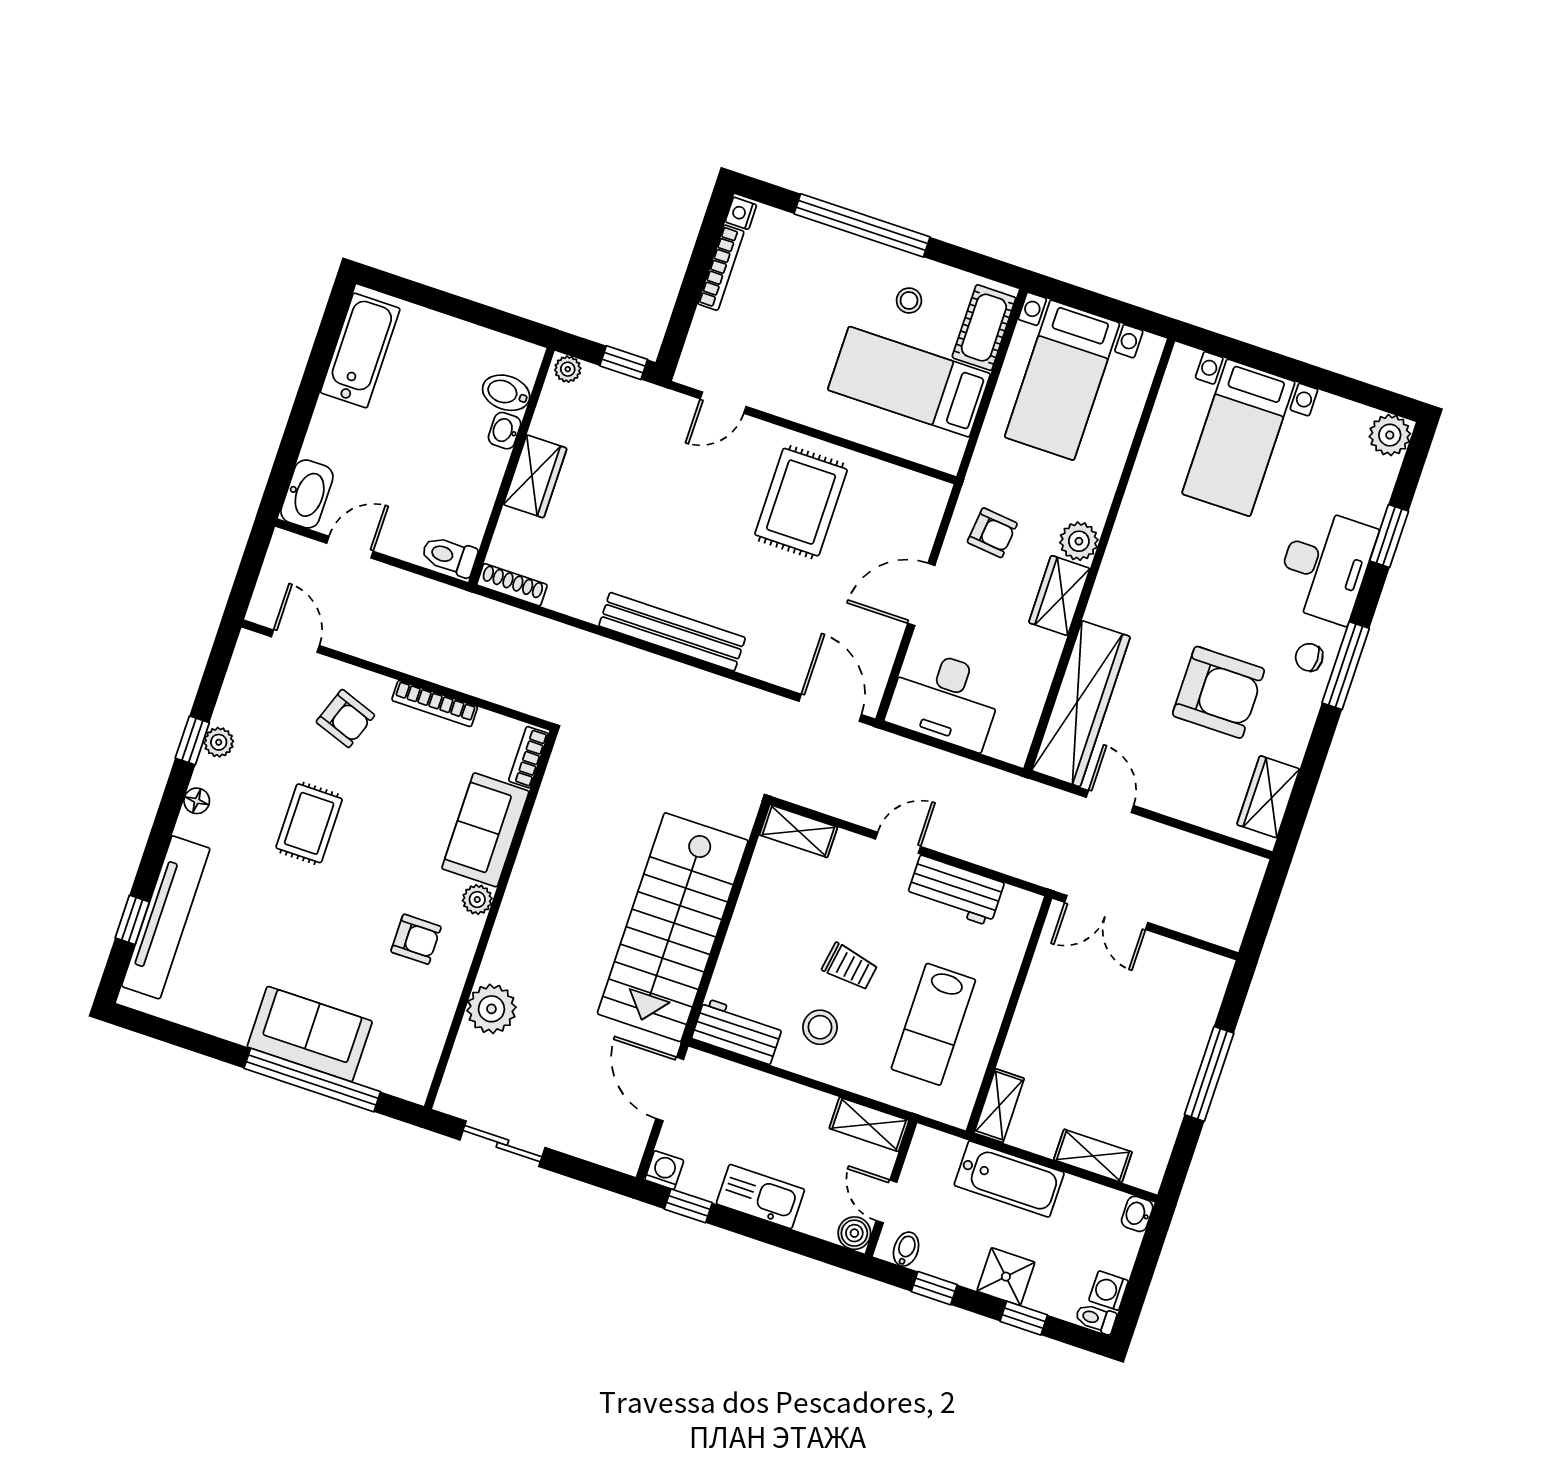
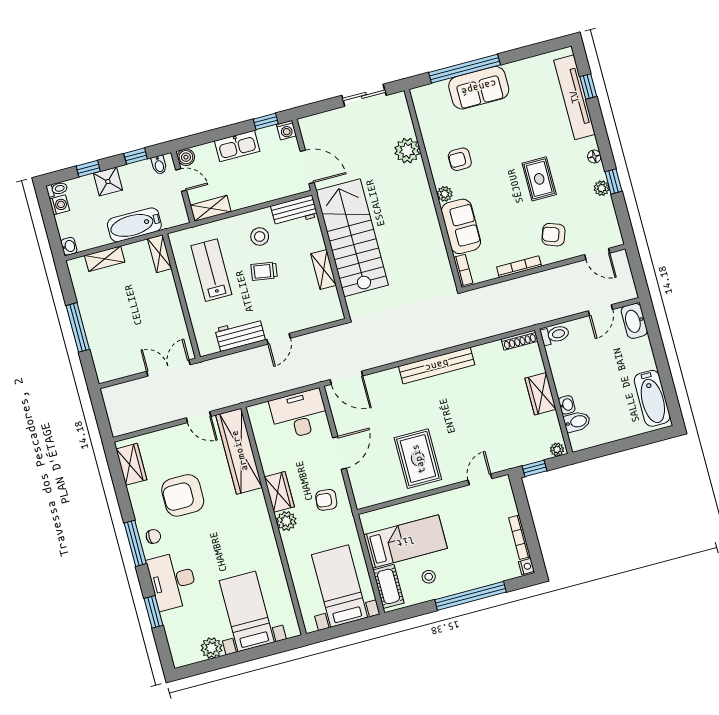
plant: (1390, 435) -> (211, 648), moved
shelving: (798, 831) -> (323, 270), moved, turned 90

